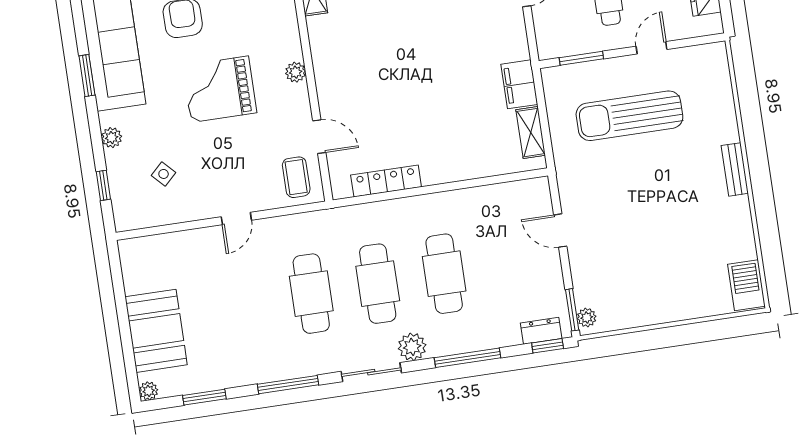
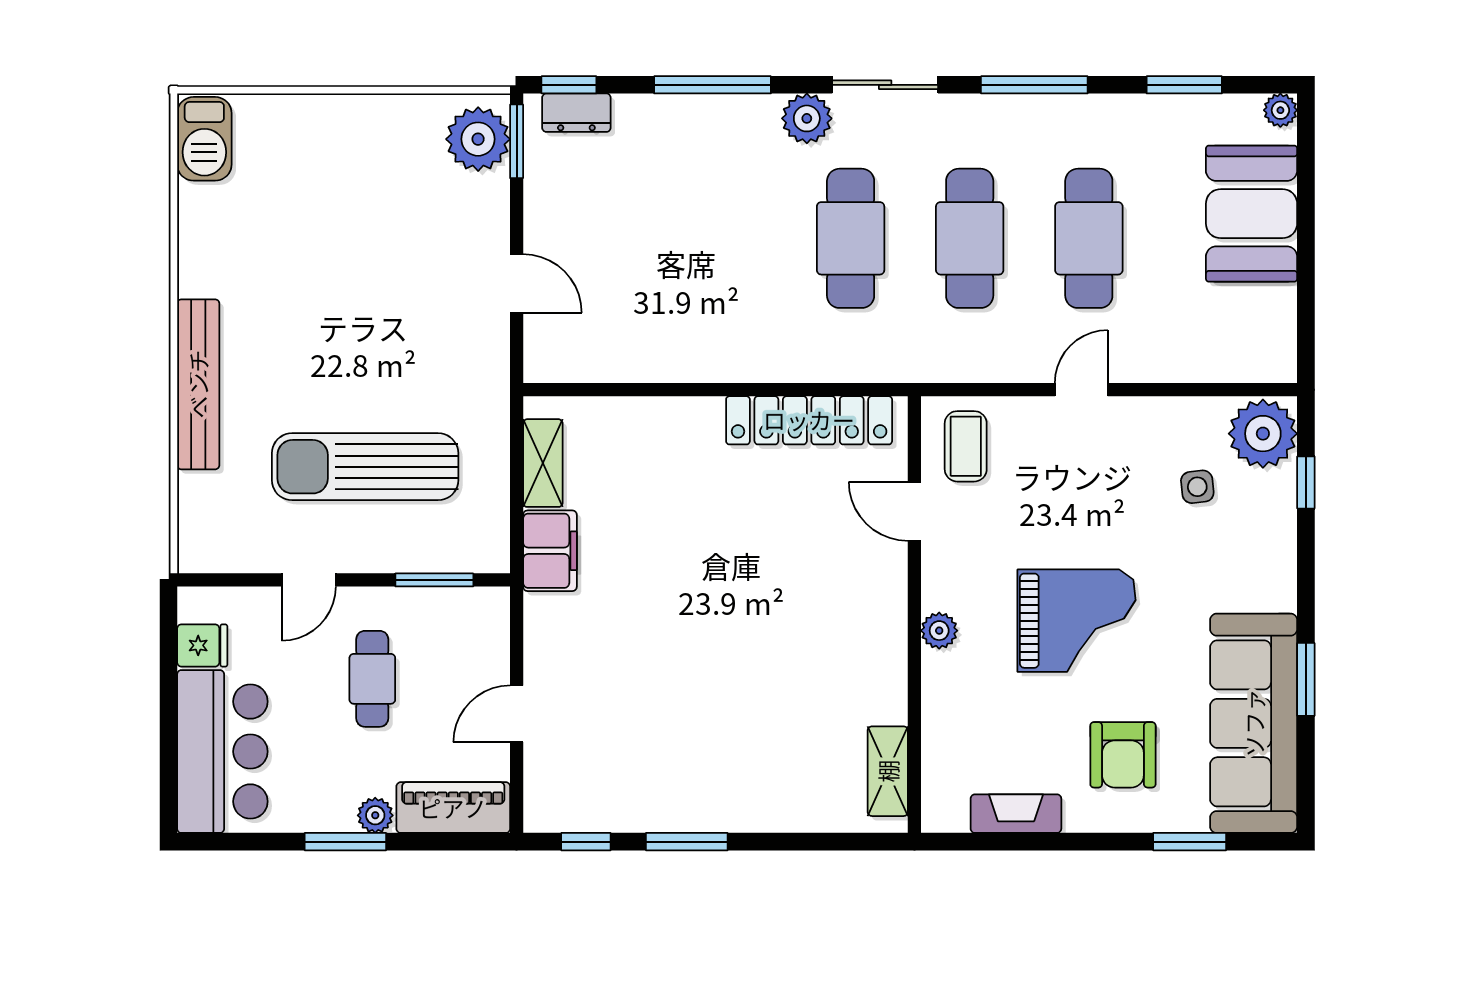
sun lounger: (629, 116) -> (365, 467), turned 180
plant: (112, 138) -> (1263, 434), moved, width x1.87, depth x1.87
bench: (735, 169) -> (198, 384), width x1.86, depth x1.21
side table: (164, 174) -> (1197, 487), turned 38
locker: (386, 181) -> (809, 420), width x1.41, depth x1.21
cafe table: (444, 274) -> (1089, 238), moved
plant: (587, 318) -> (478, 139), width x1.88, depth x1.88

